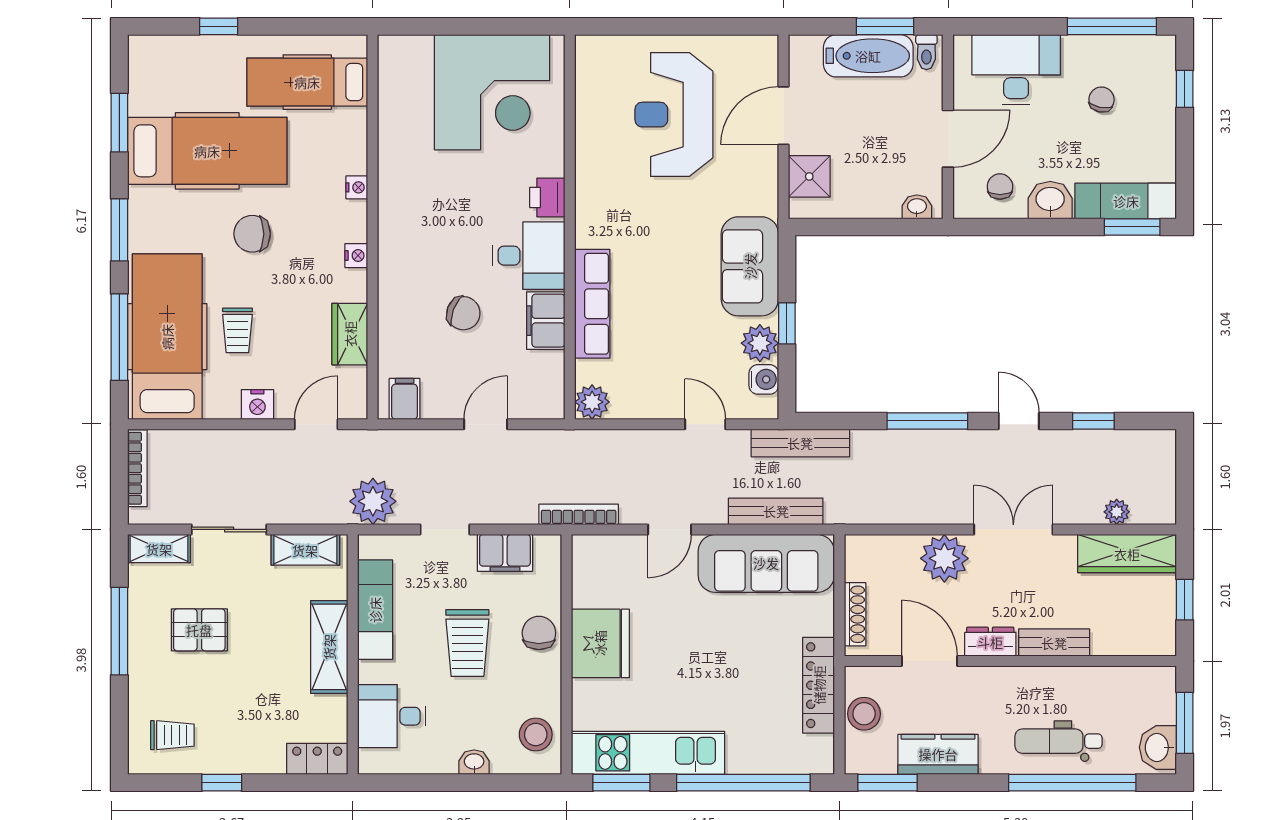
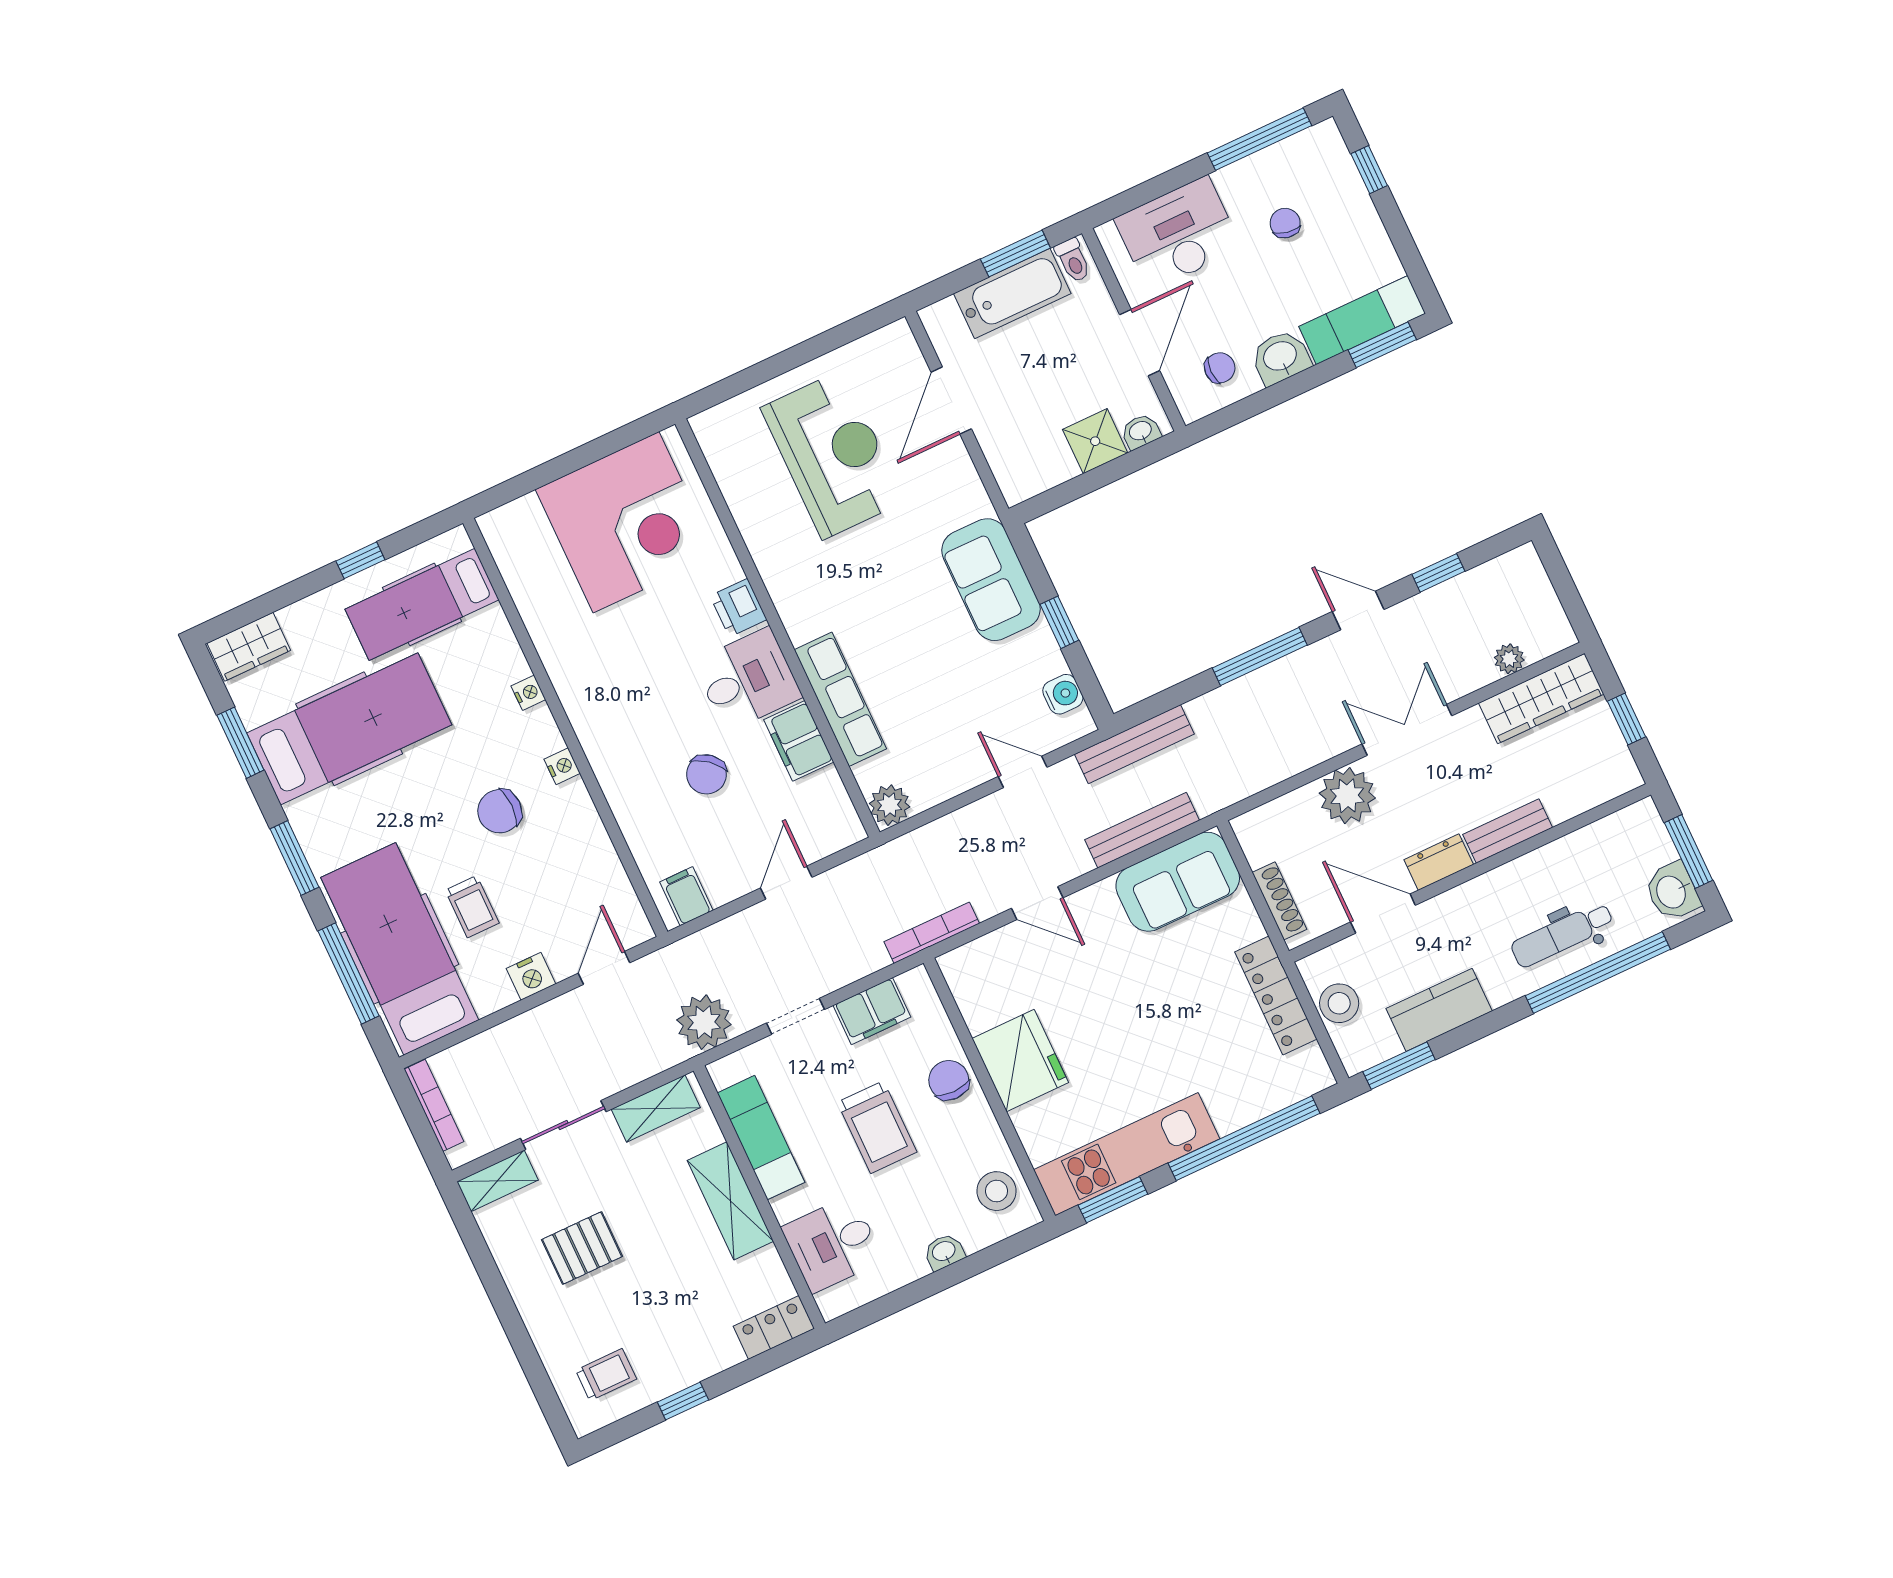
window: (219, 26) -> (360, 560), moved
reception desk: (674, 115) -> (833, 455), turned 180
shower: (809, 176) -> (1095, 441), moved
chair: (1000, 187) -> (1220, 368), turned 90
chair: (252, 234) -> (500, 811), moved
chair: (463, 313) -> (706, 774), turned 109
wardrobe: (350, 334) -> (249, 647), moved, turned -90
plant: (760, 343) -> (1040, 657), removed
door: (670, 529) -> (1037, 903), hinge flipped
sofa: (766, 563) -> (1178, 882), width x0.73
window: (119, 631) -> (497, 1290), removed

